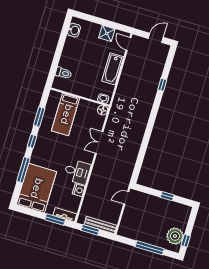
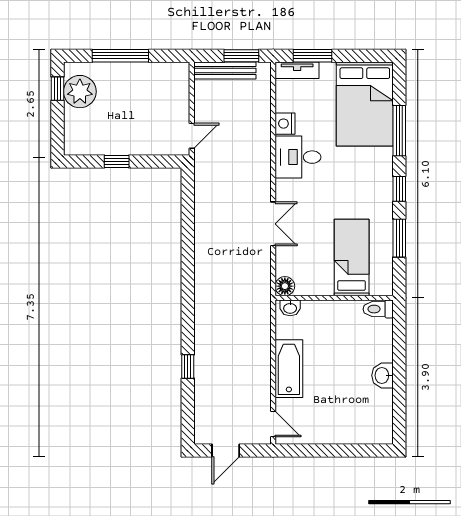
washbasin: (74, 30) -> (383, 375), moved
shower: (107, 33) -> (320, 432), removed
toilet: (64, 73) -> (378, 309), moved

